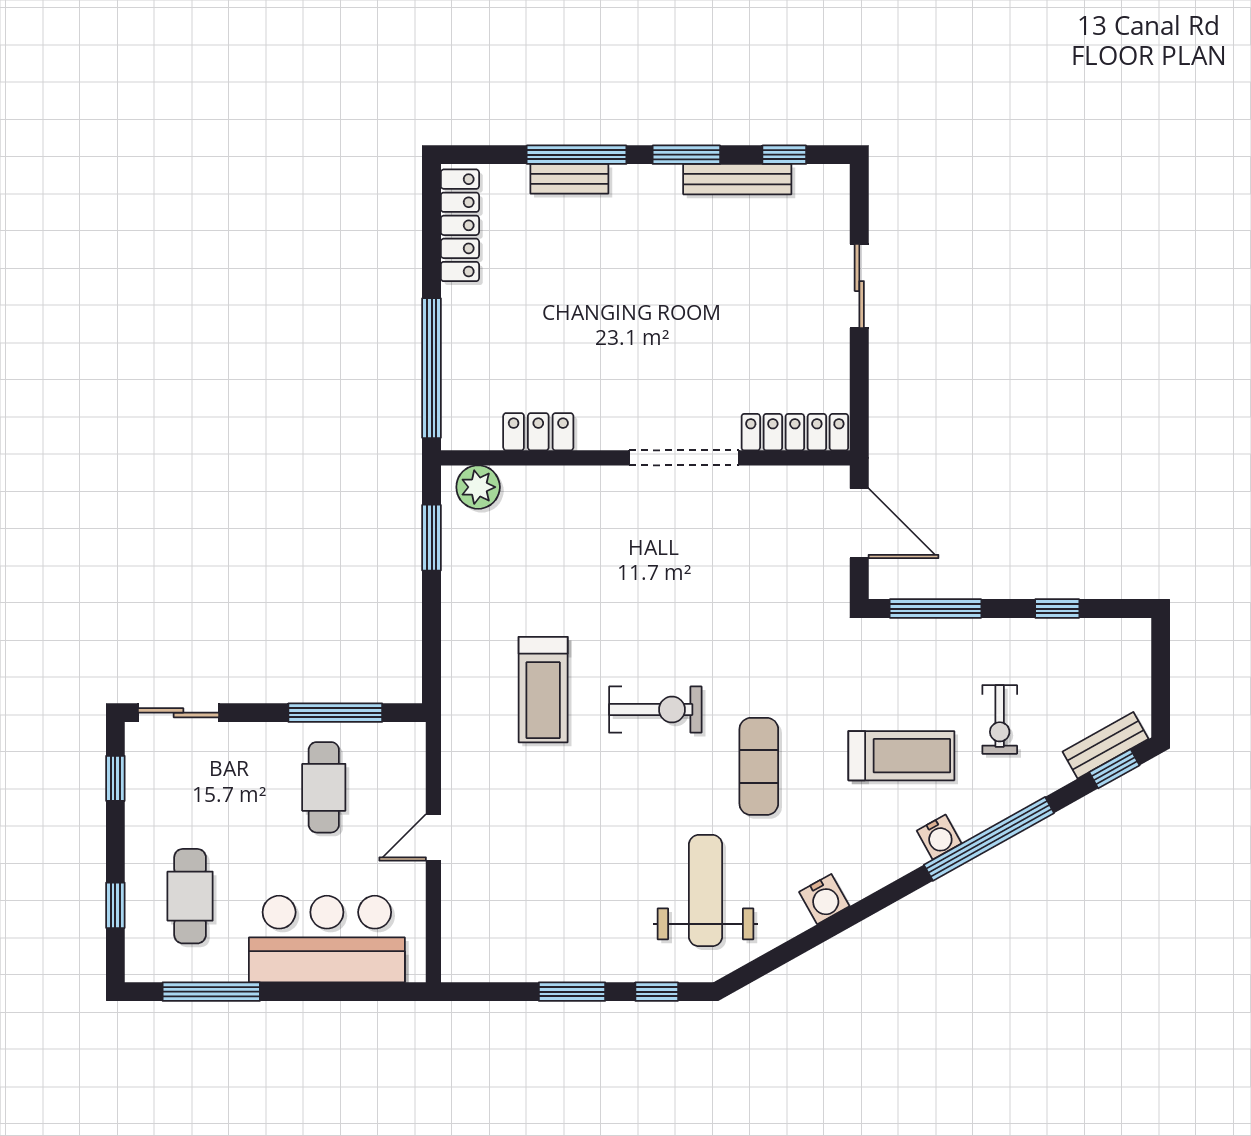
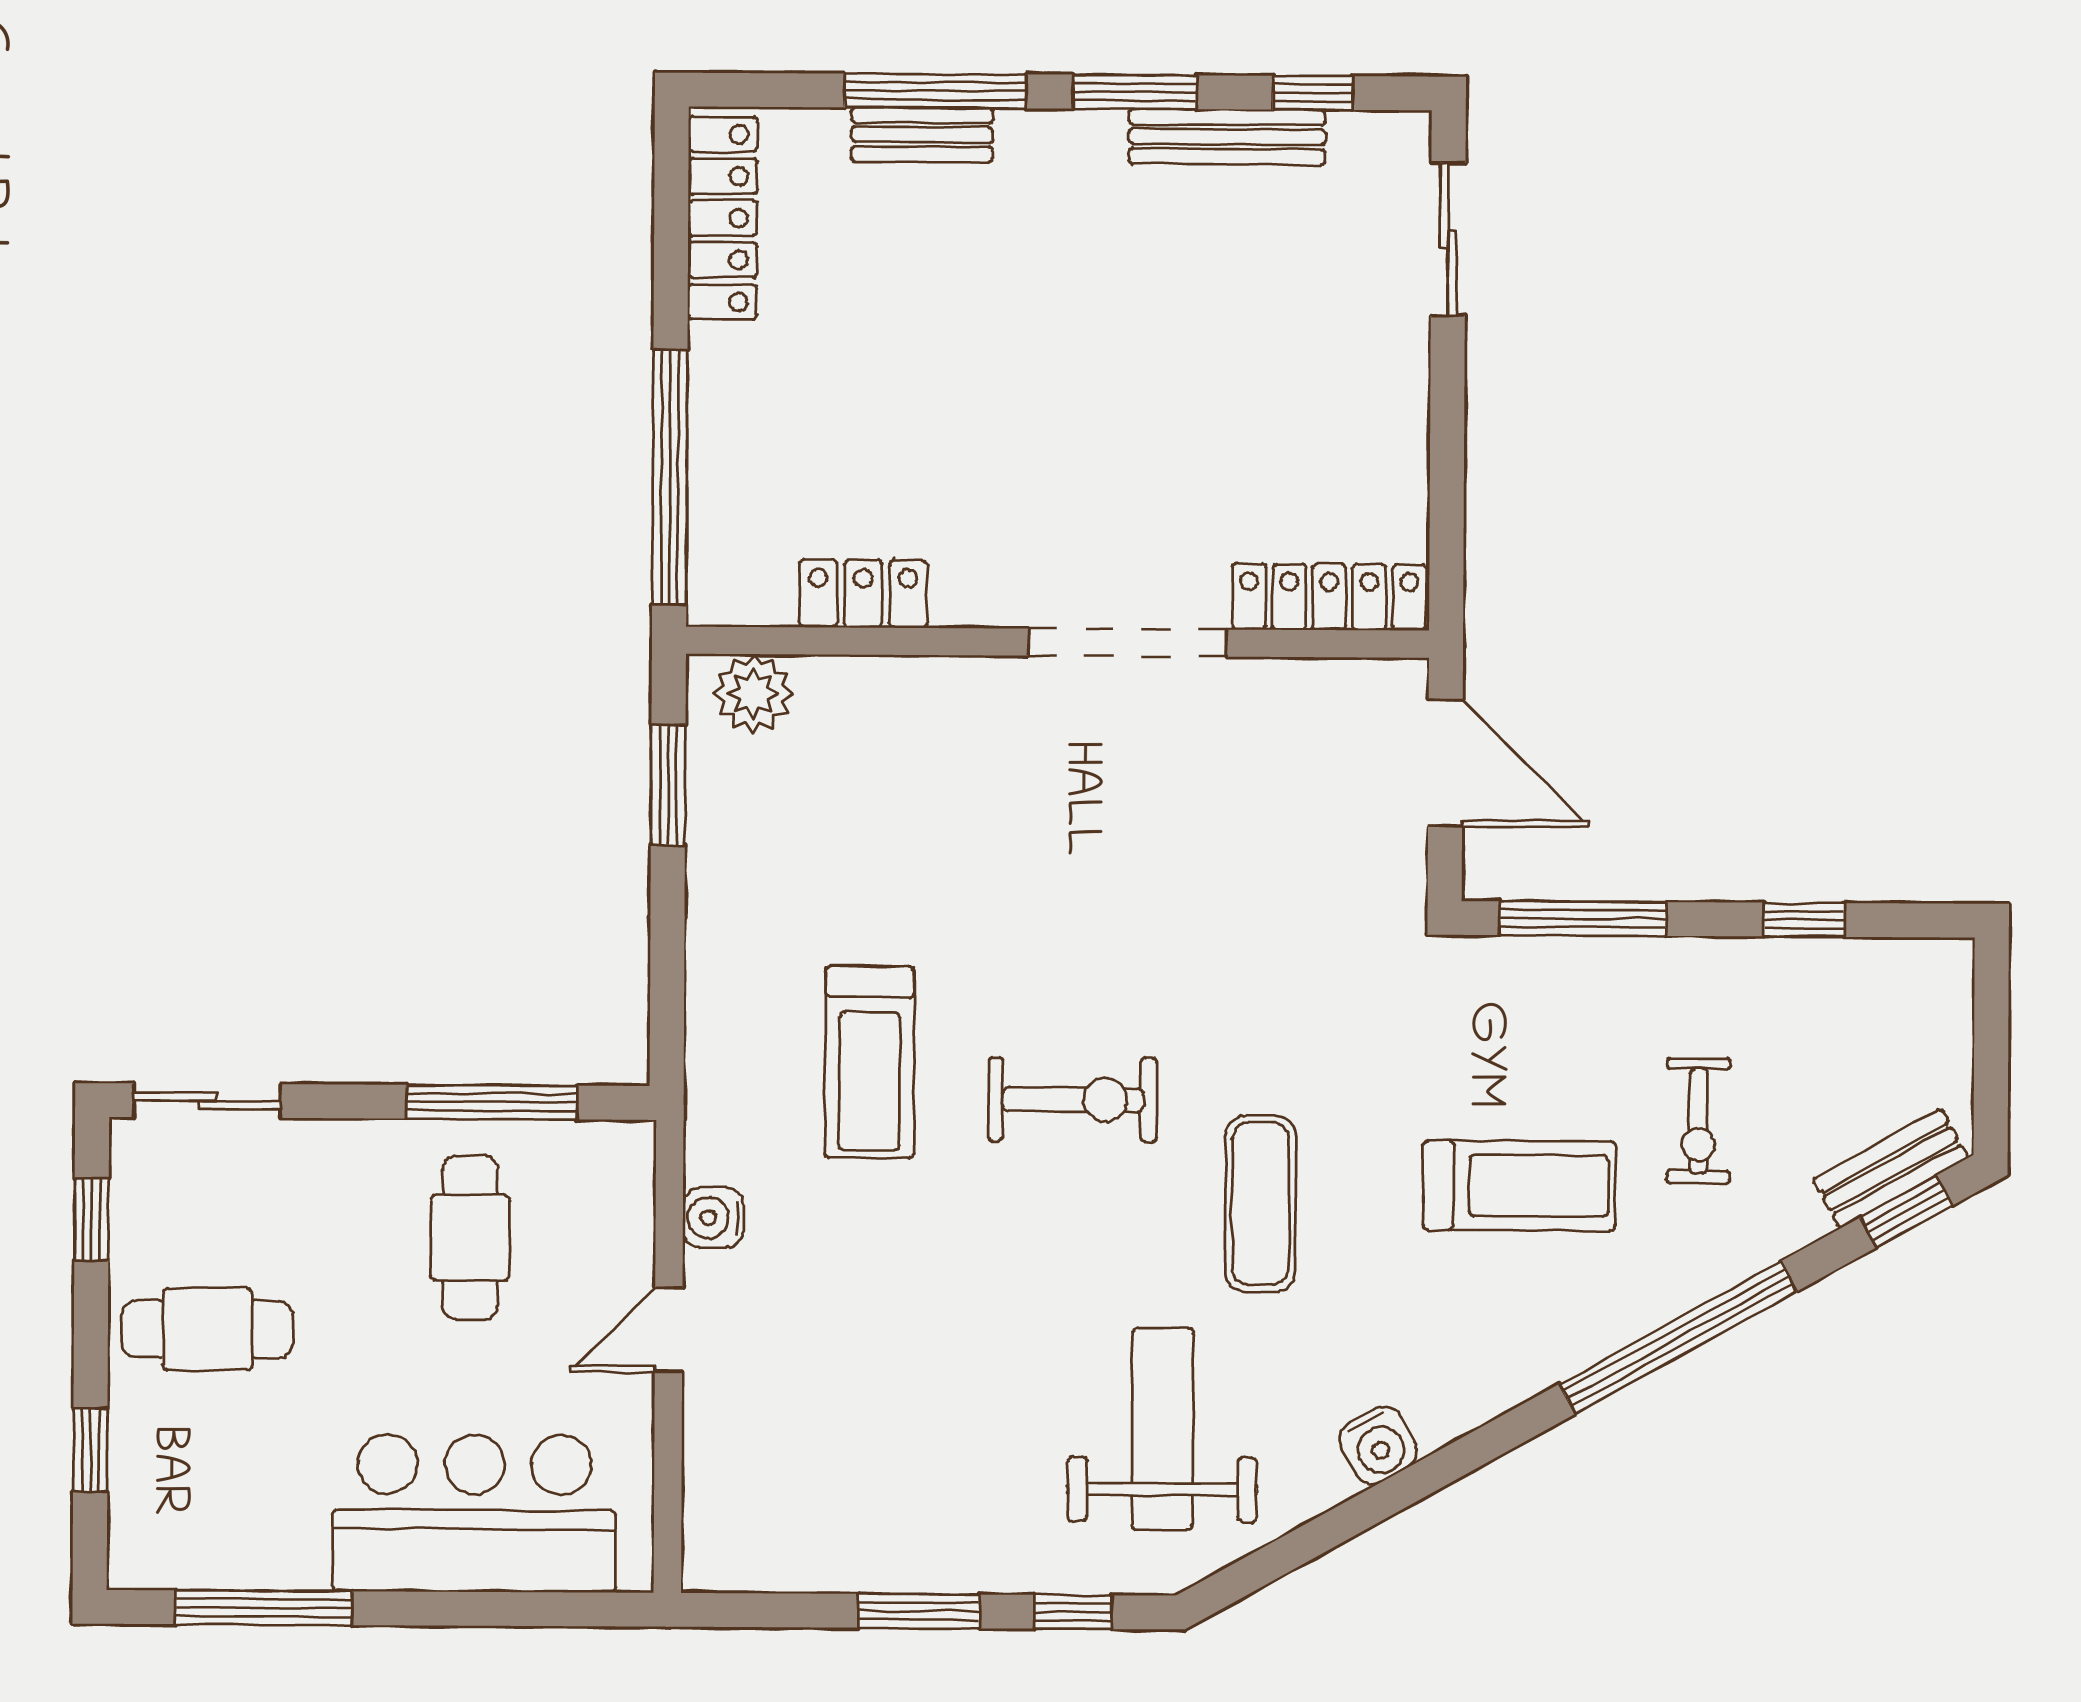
sliding door: (859, 286) -> (1448, 239), moved
water cooler: (939, 837) -> (713, 1218), moved, turned 119
cafe table: (190, 896) -> (207, 1329), moved, turned 90

